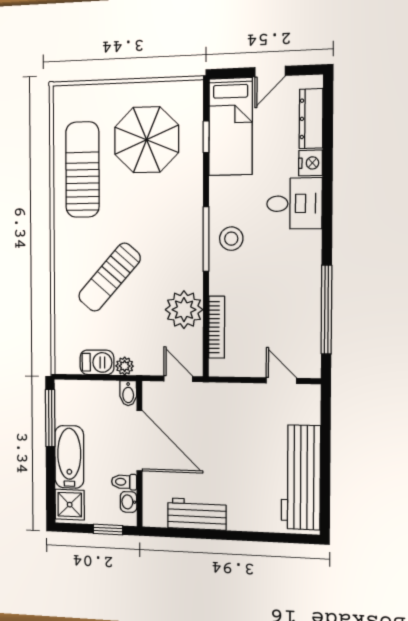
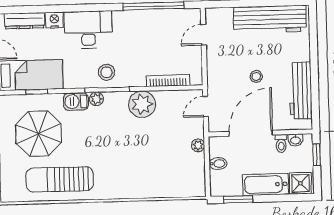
desk: (294, 203) -> (88, 30), width x1.37
plant: (193, 223) -> (96, 99), added
sun lounger: (109, 277) -> (135, 158), removed
plant: (184, 310) -> (142, 104), moved
barbecue: (97, 362) -> (76, 102), moved, turned -90
bidet: (128, 393) -> (218, 164), moved
window: (50, 418) -> (238, 199), width x0.69
stool: (219, 453) -> (256, 76), added
workbench: (197, 514) -> (301, 91), width x1.37

